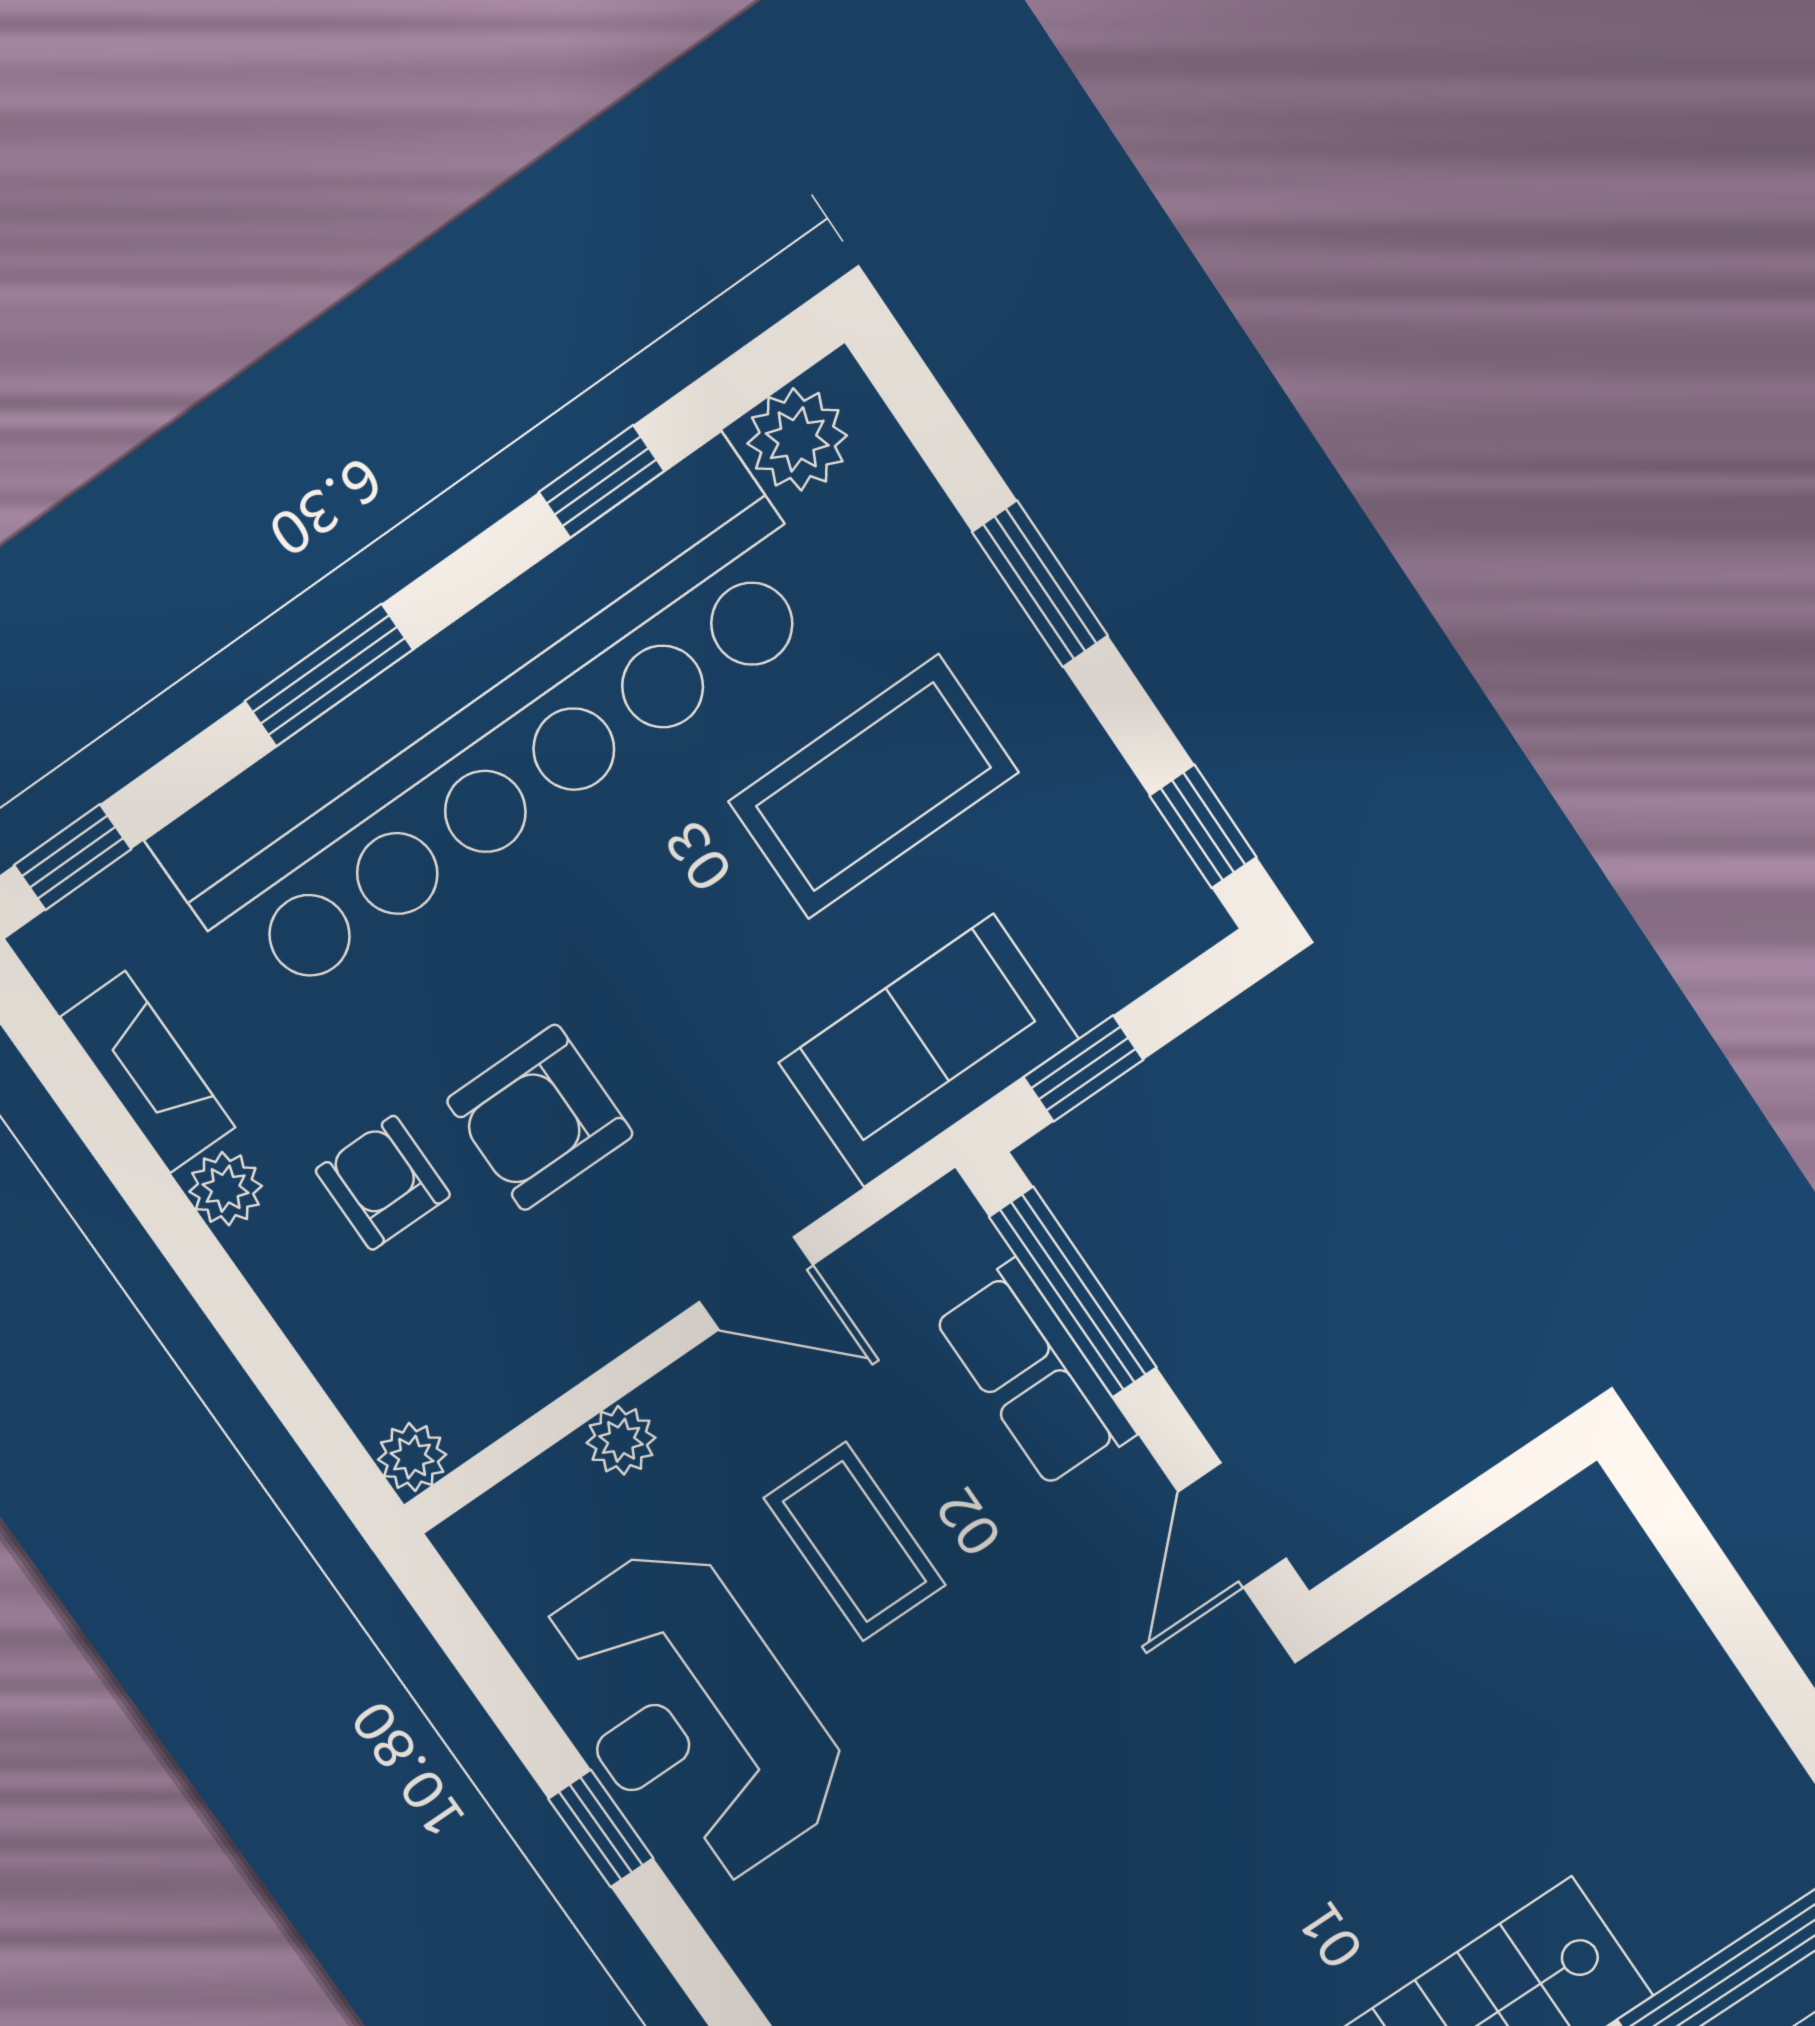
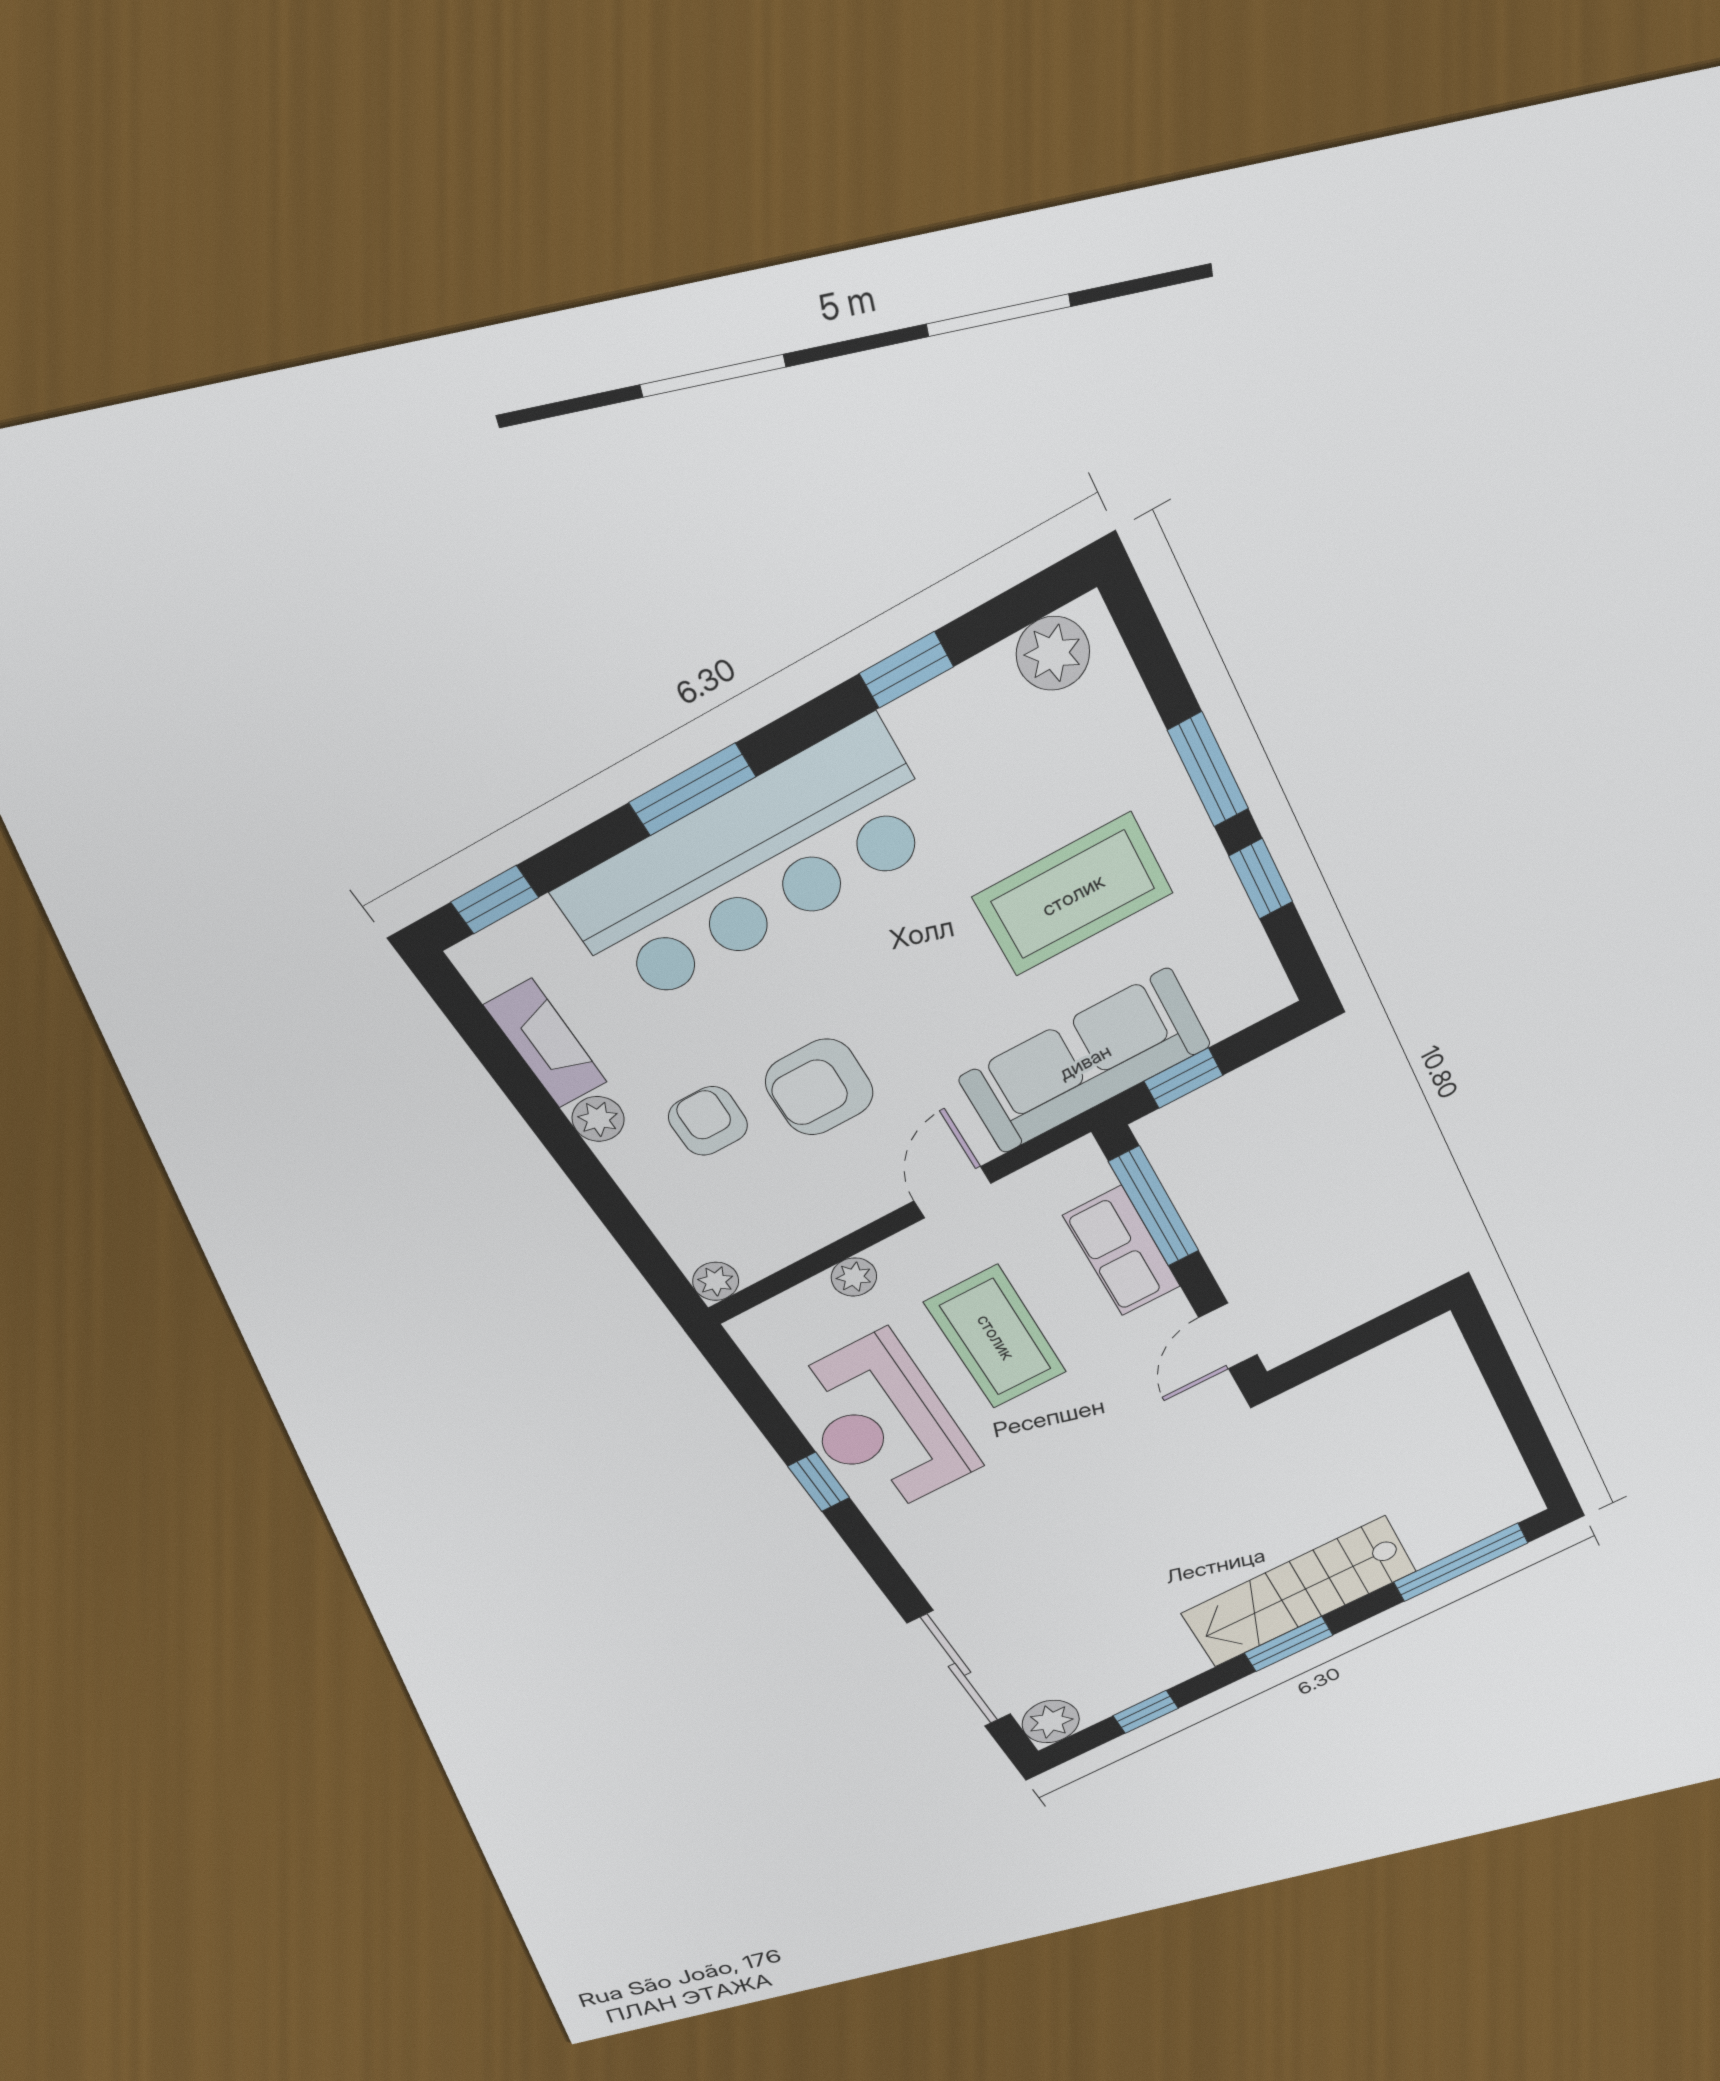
bar counter: (492, 725) -> (751, 866), width x0.73
window: (1203, 826) -> (1261, 879), moved
sofa: (928, 1051) -> (1085, 1062), width x1.36
door: (756, 1283) -> (952, 1192), swing flipped
coffee table: (855, 1542) -> (996, 1337), width x1.36, depth x1.32

